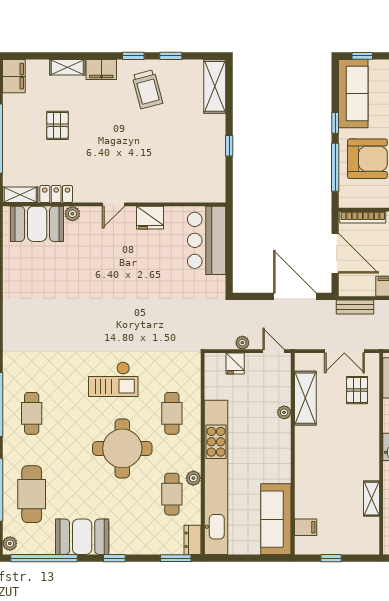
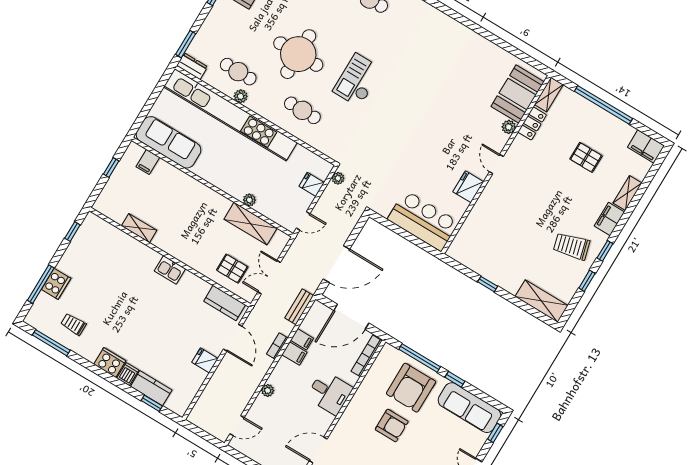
plant: (242, 343) -> (338, 178), moved

